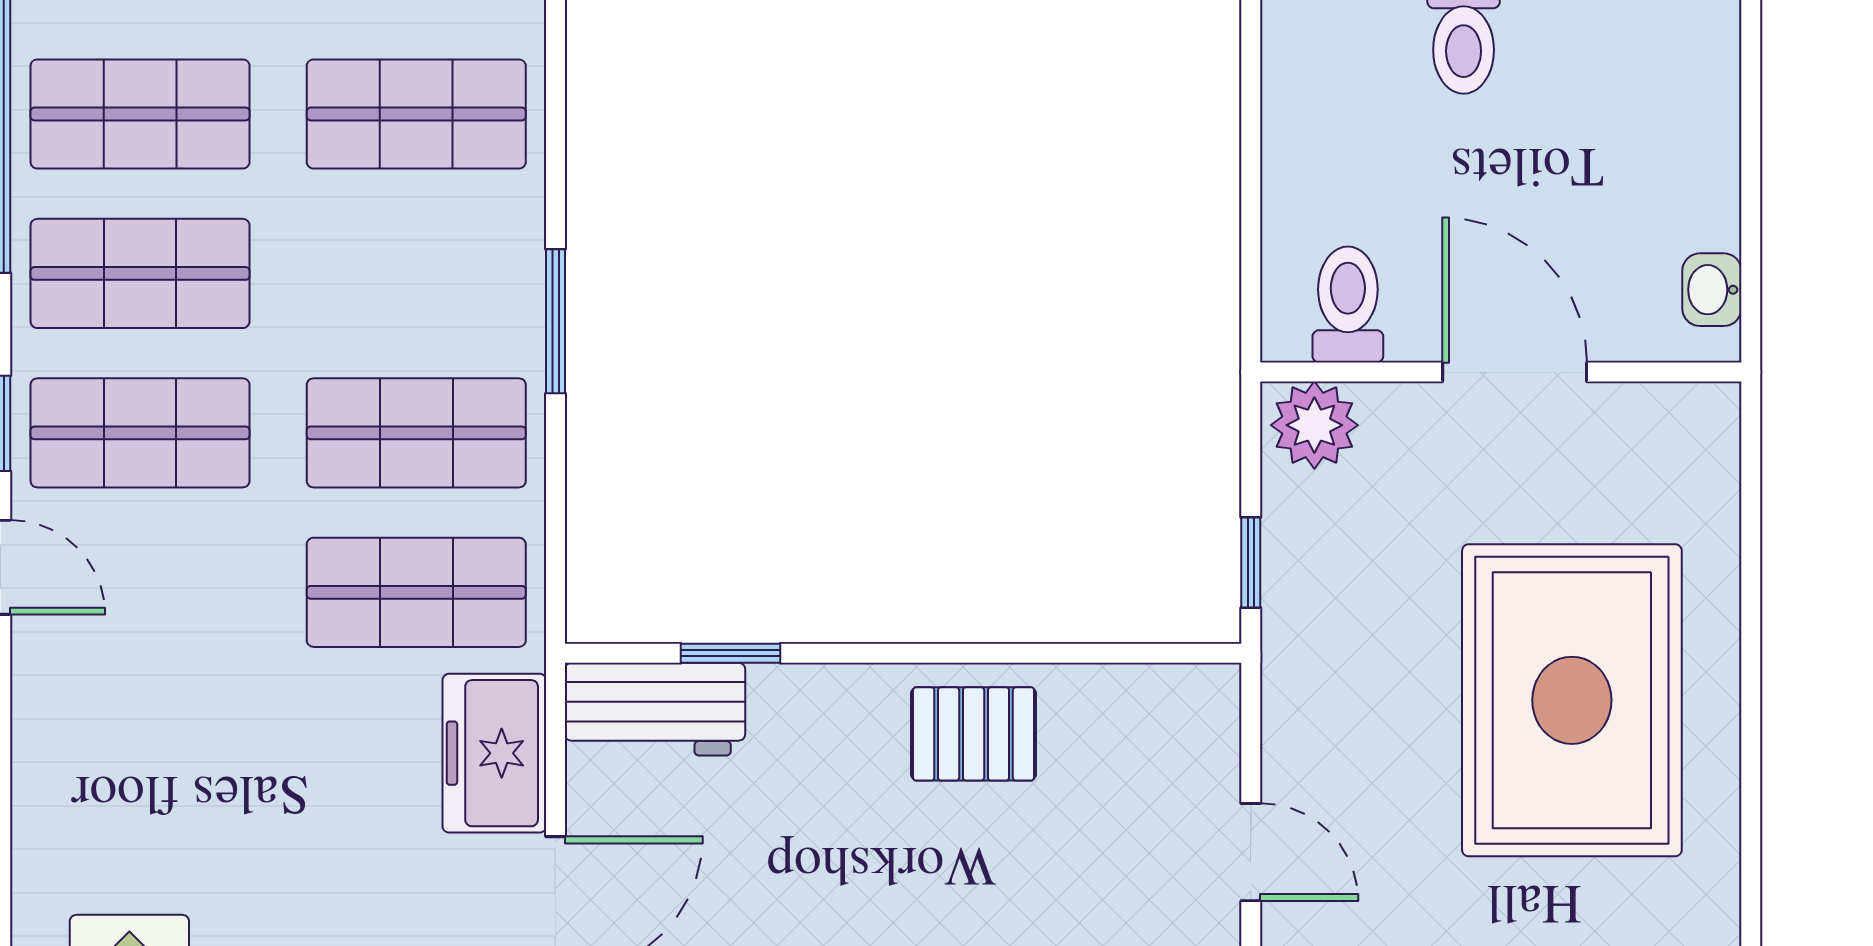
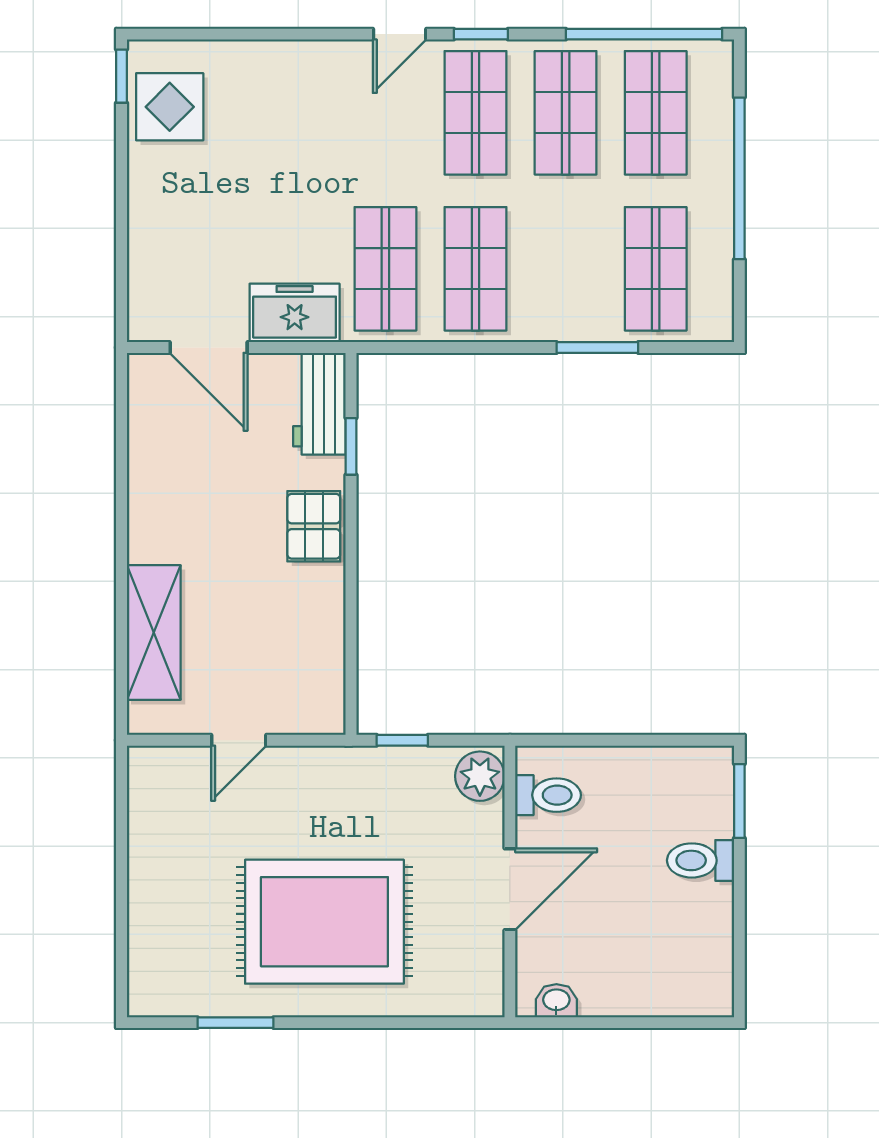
window: (555, 321) -> (597, 347), moved
pallet: (974, 734) -> (314, 526), moved
window: (1751, 858) -> (235, 1023), added

